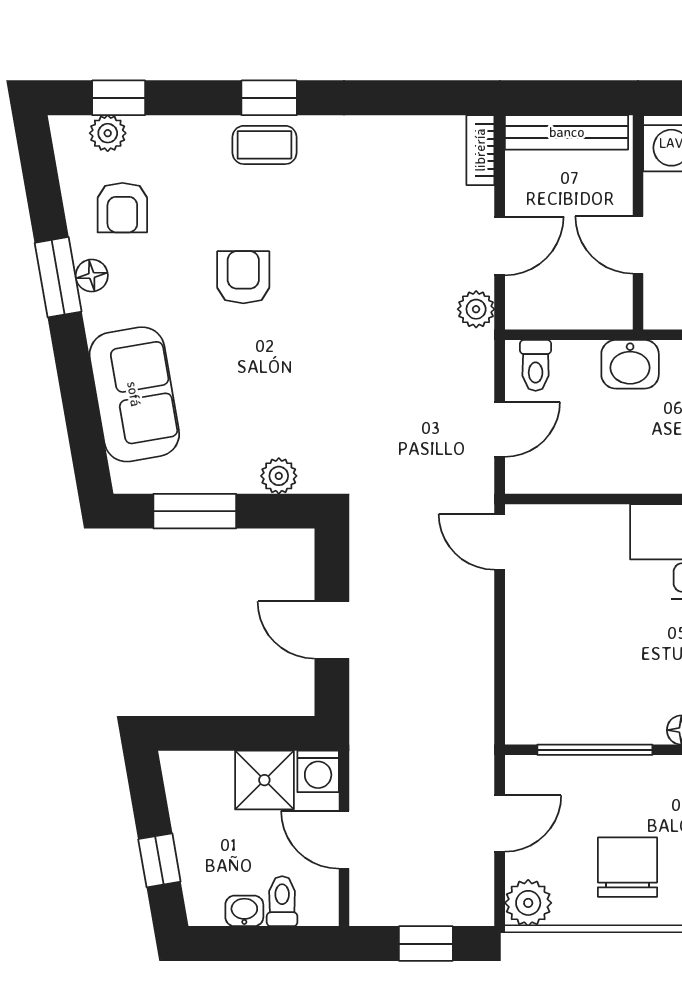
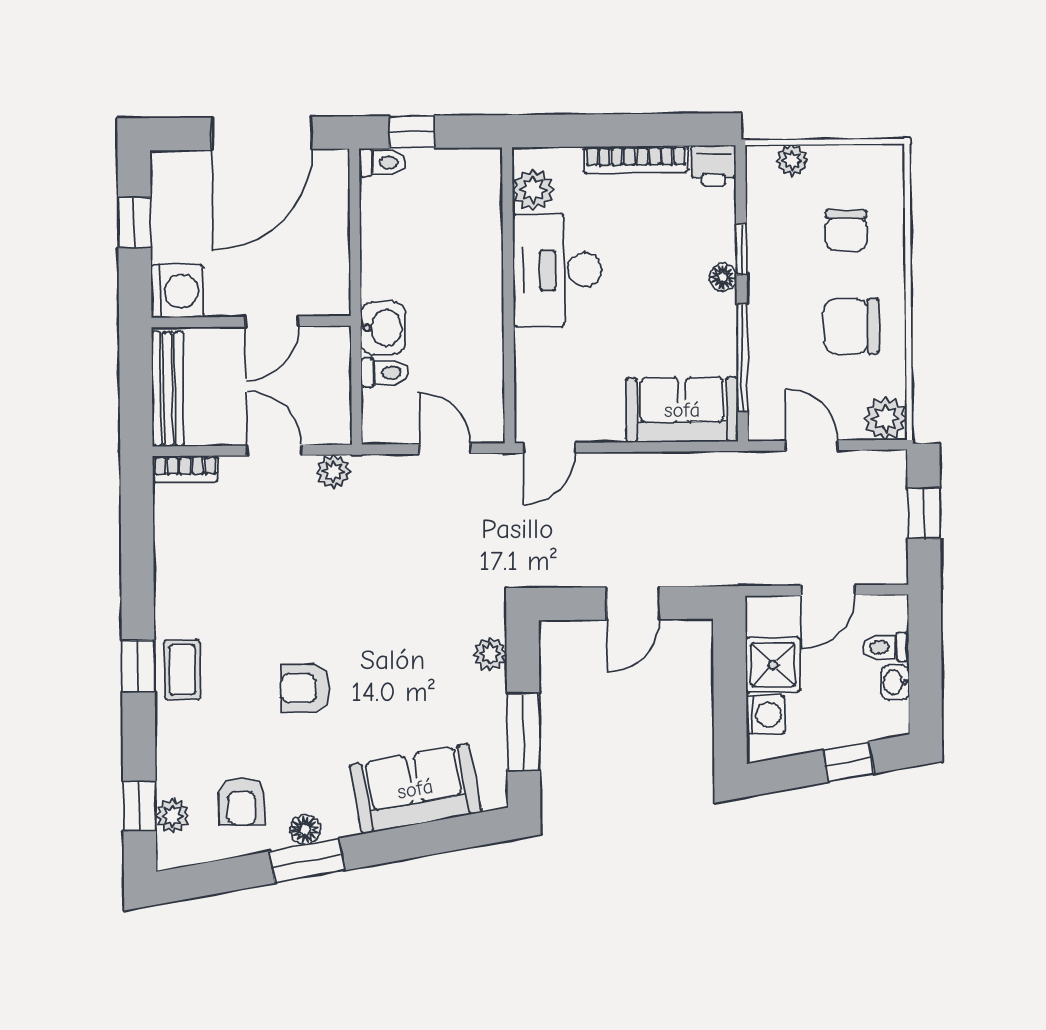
armchair: (122, 208) -> (242, 802), turned 90
toilet: (536, 365) -> (385, 373), moved
sofa: (540, 685) -> (682, 410), added
washing machine: (318, 771) -> (765, 715), moved

